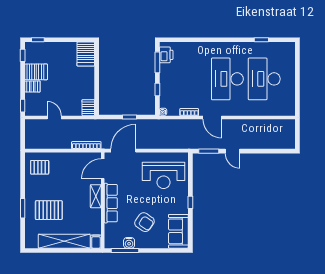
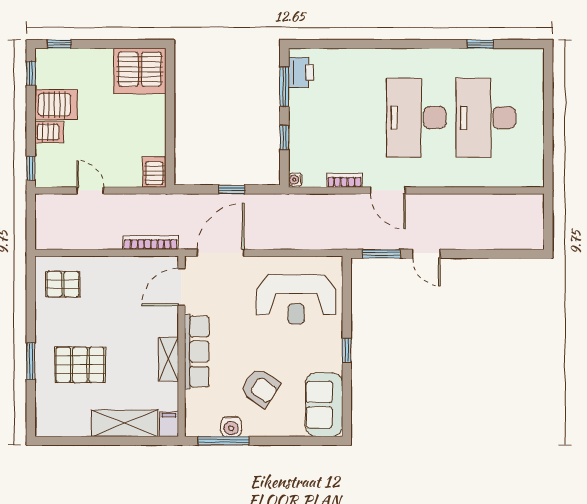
server rack: (86, 54) -> (140, 71), width x1.60
shelving: (96, 196) -> (168, 359), moved
shelving: (64, 241) -> (125, 423), width x0.68

